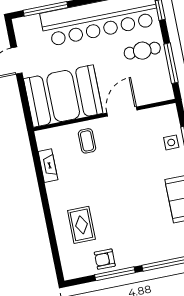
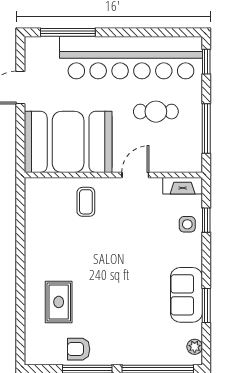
cafe table: (142, 51) -> (156, 112), moved
door: (122, 112) -> (135, 175), width x0.73
fireplace: (48, 166) -> (183, 186), moved, turned 90

